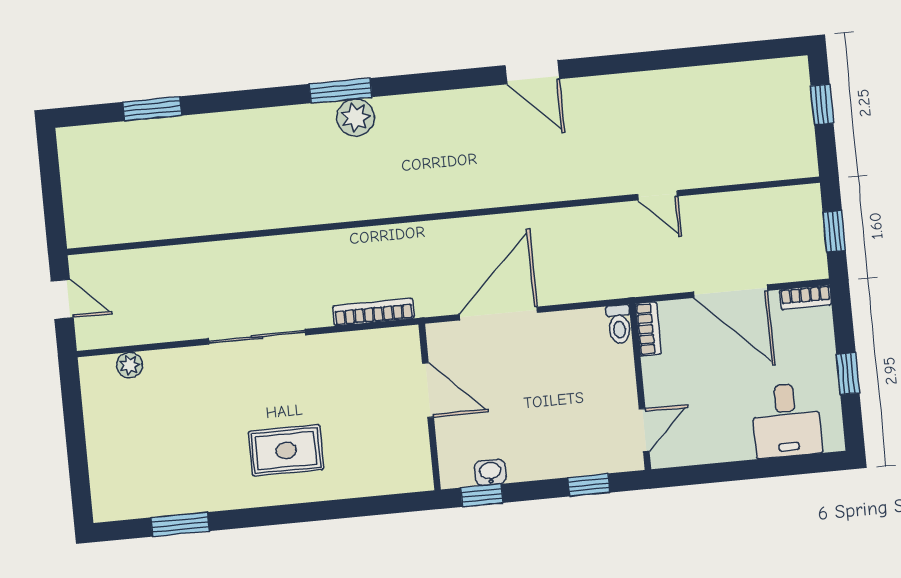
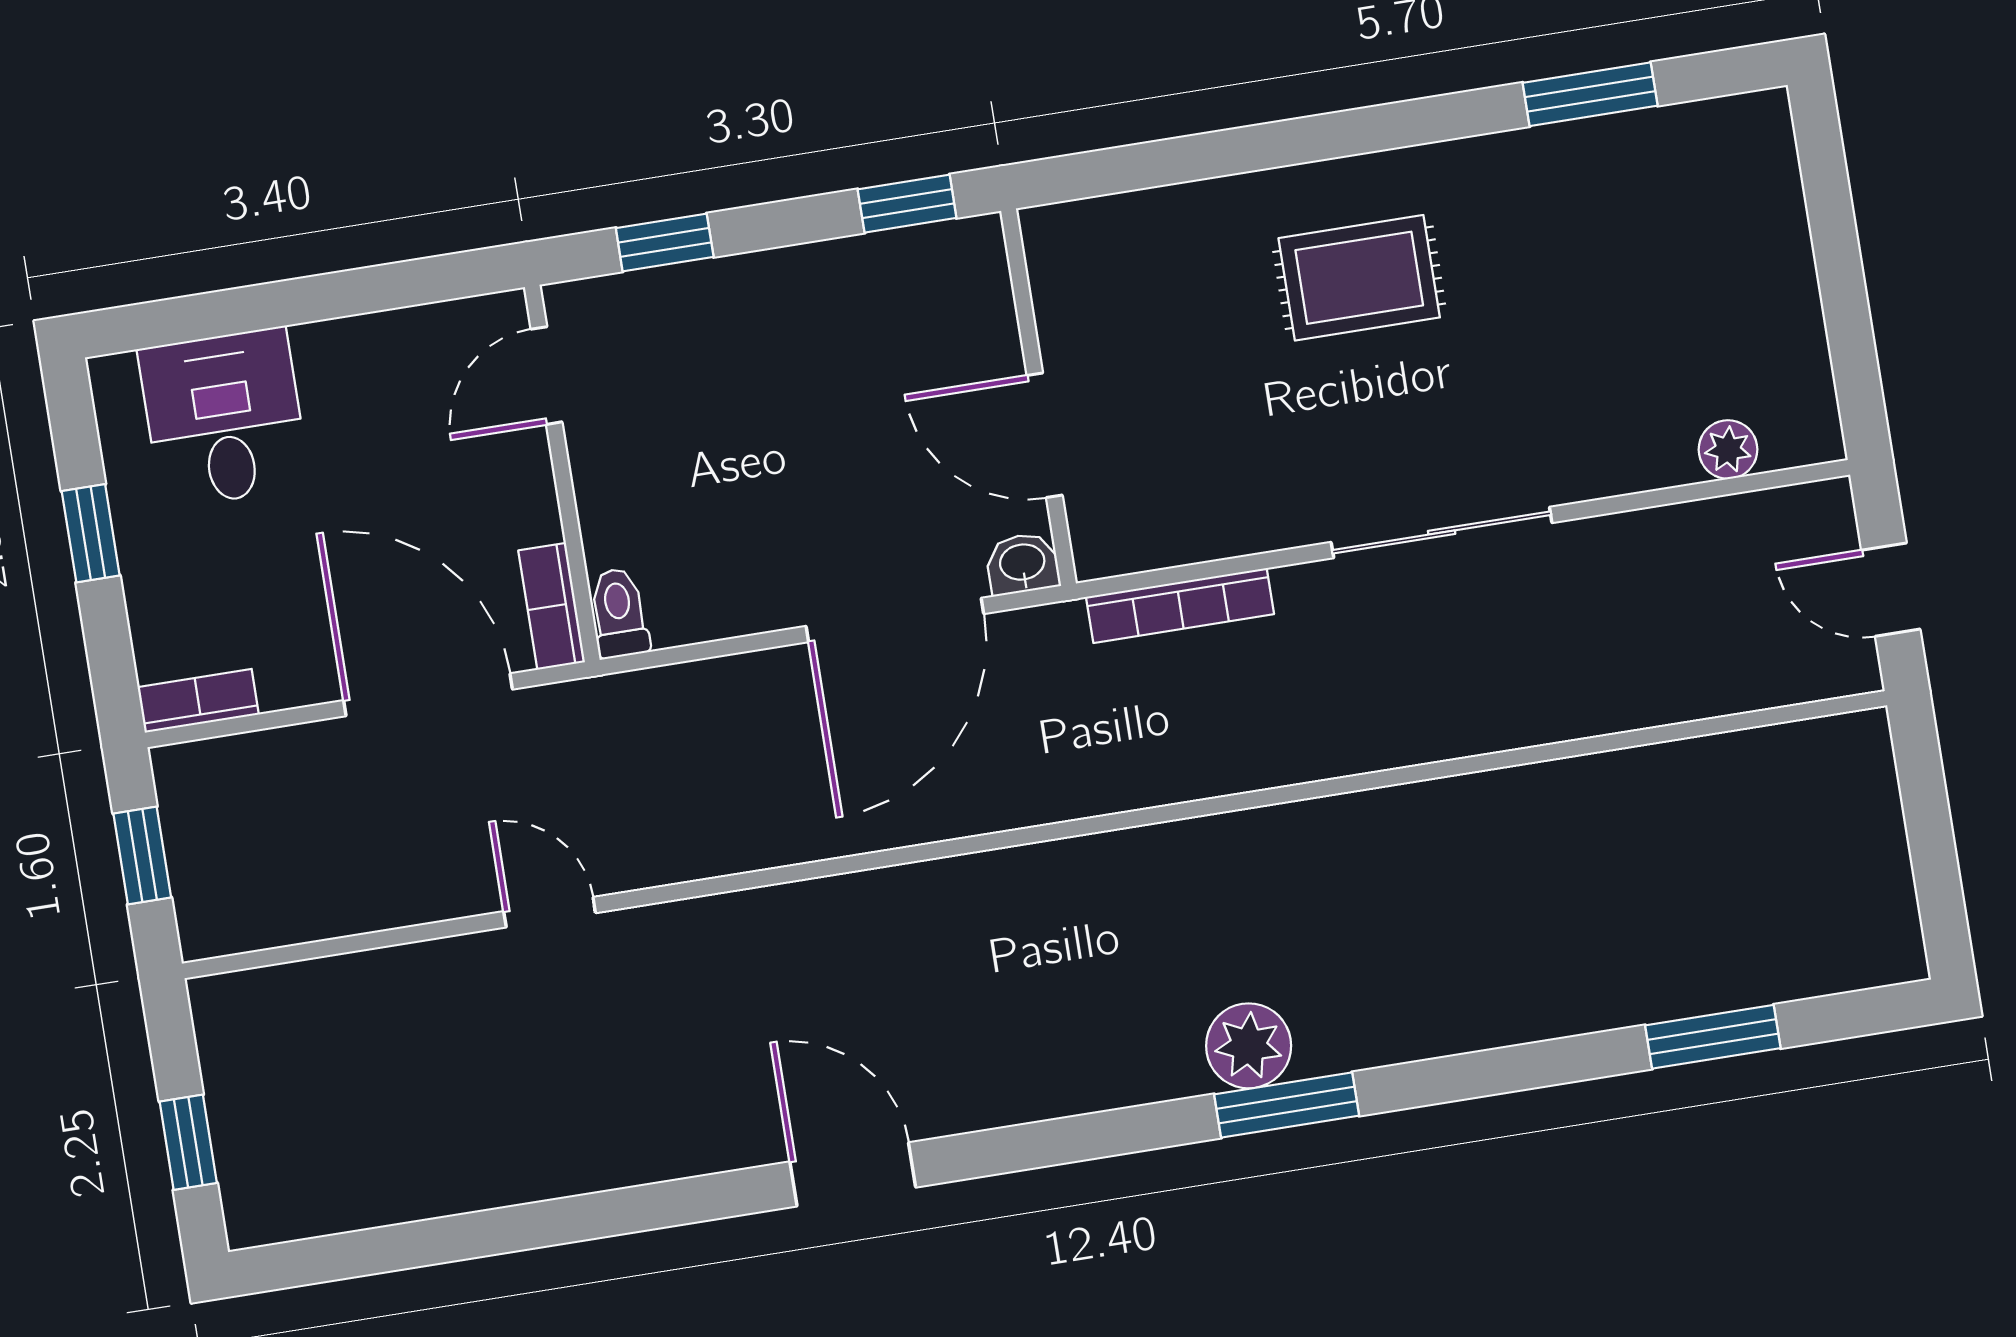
door: (730, 291) -> (428, 695), moved
washbasin: (490, 472) -> (1022, 564), moved, turned 180

